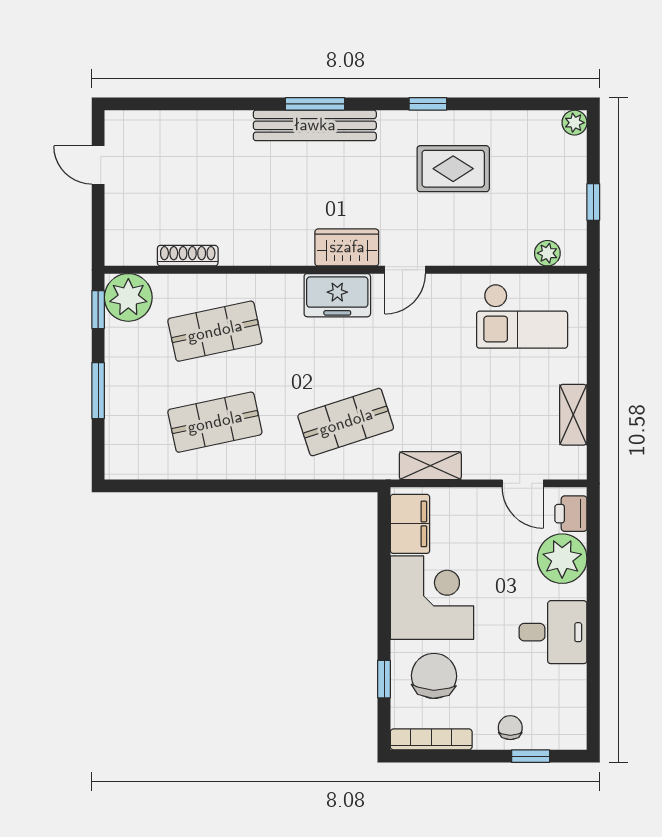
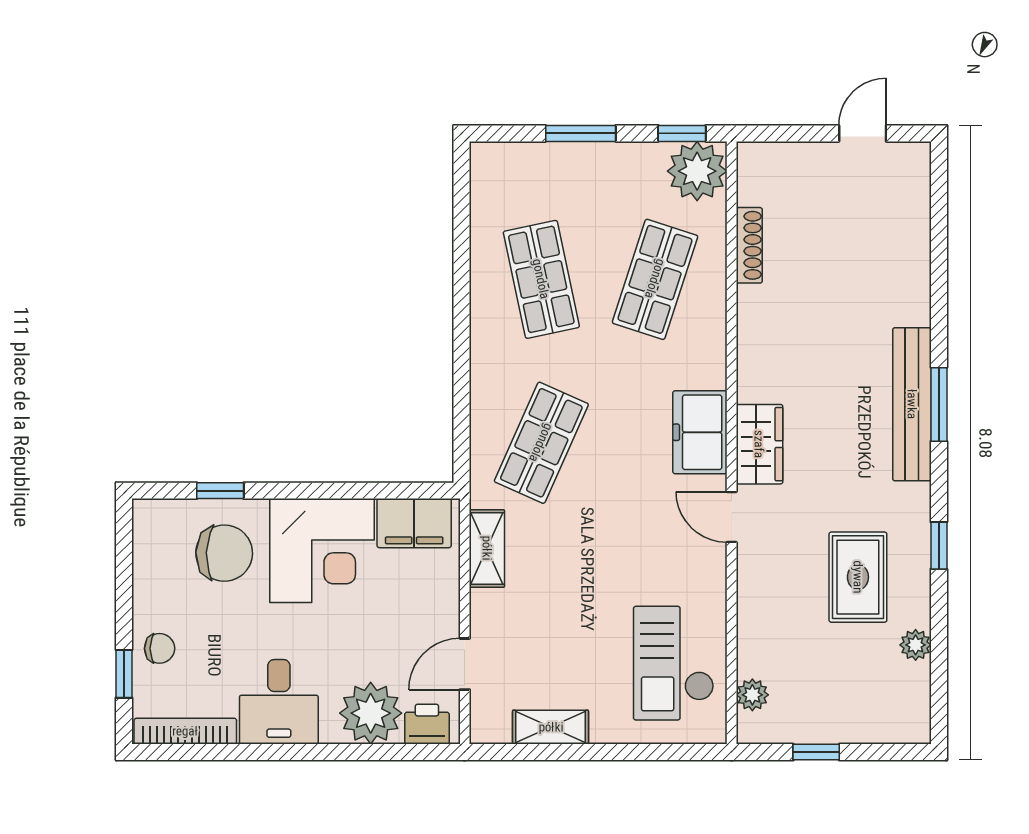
plant: (575, 123) -> (916, 645), moved
shop shelf: (215, 331) -> (655, 279), turned 30
shop shelf: (346, 422) -> (541, 443), turned 42
bookcase: (431, 739) -> (185, 731), moved, turned -90

